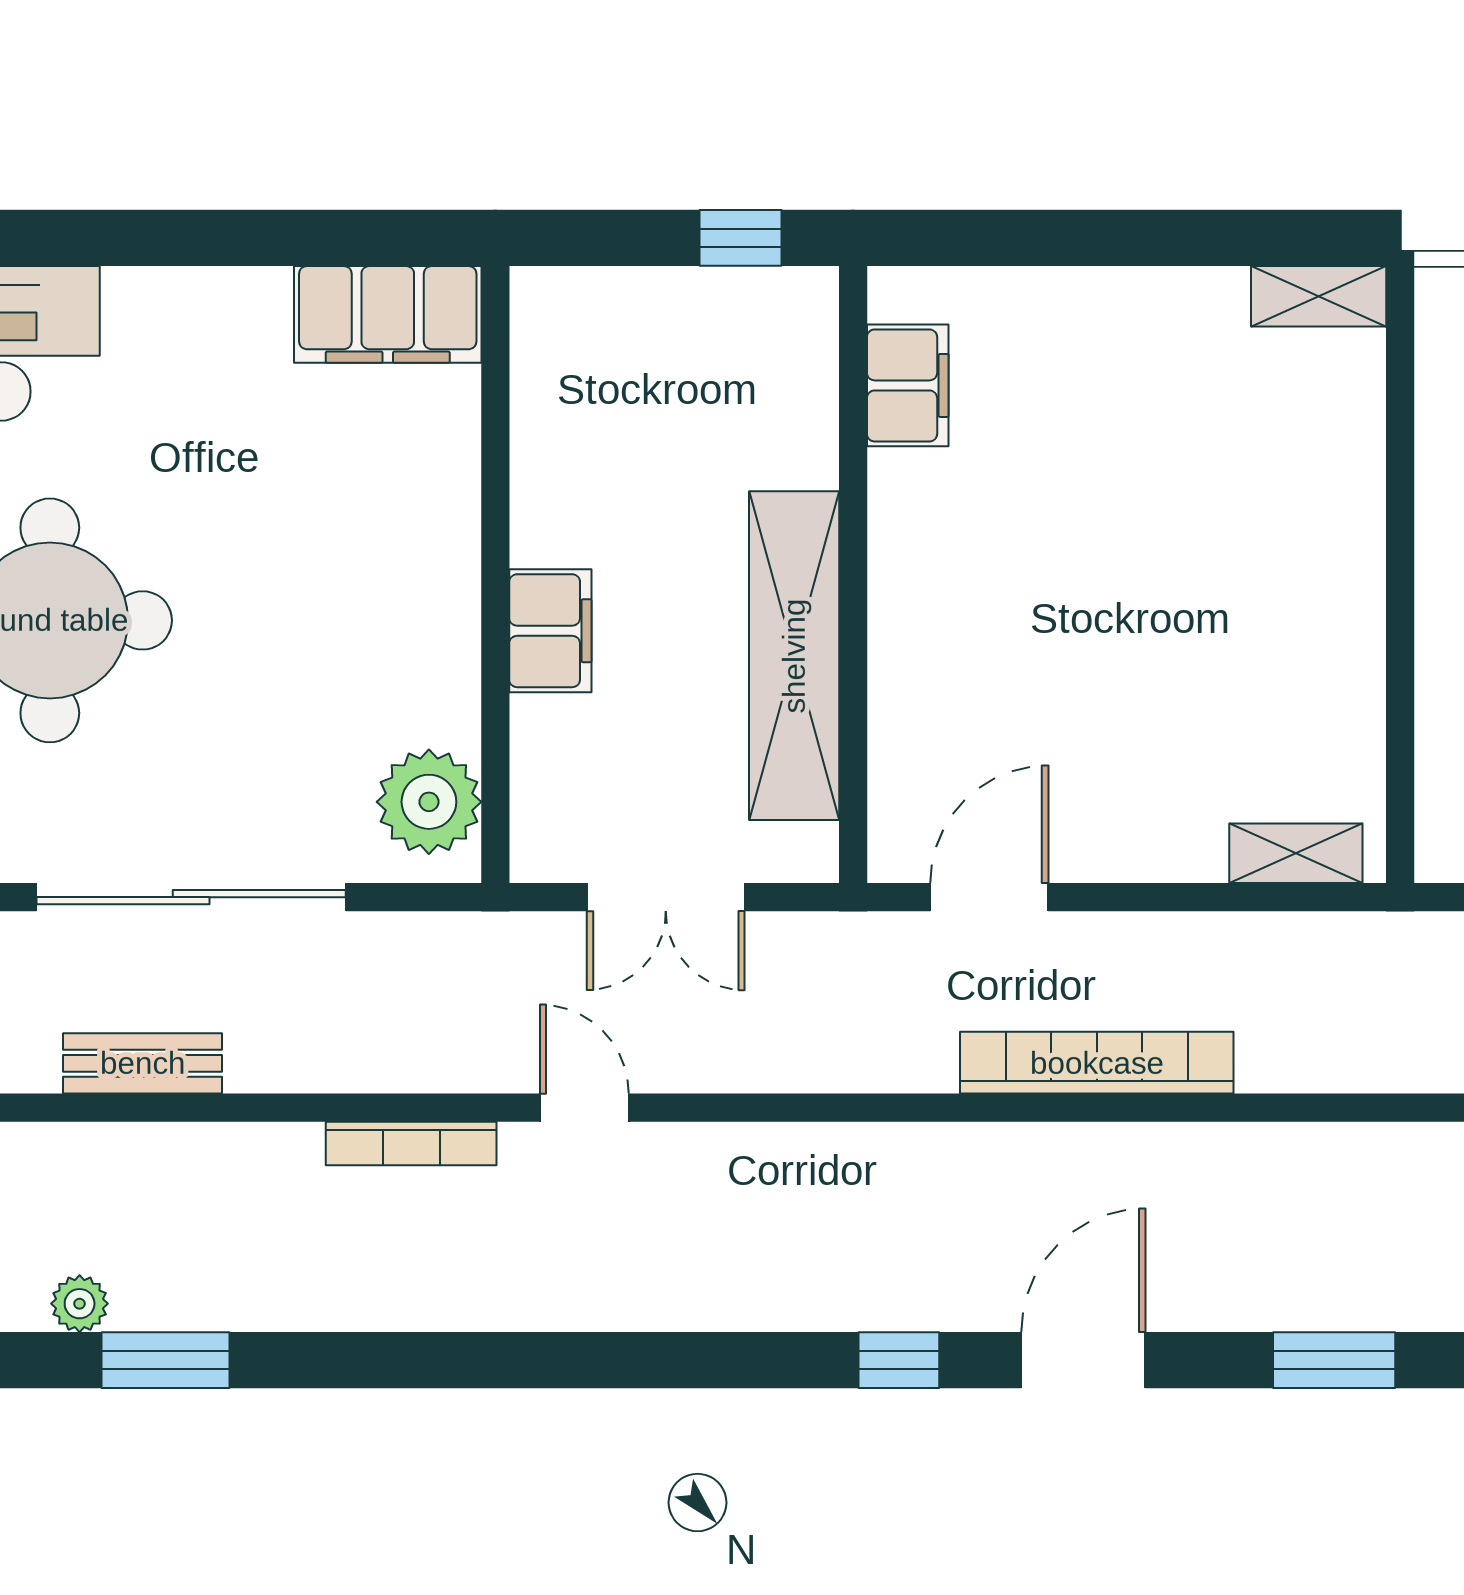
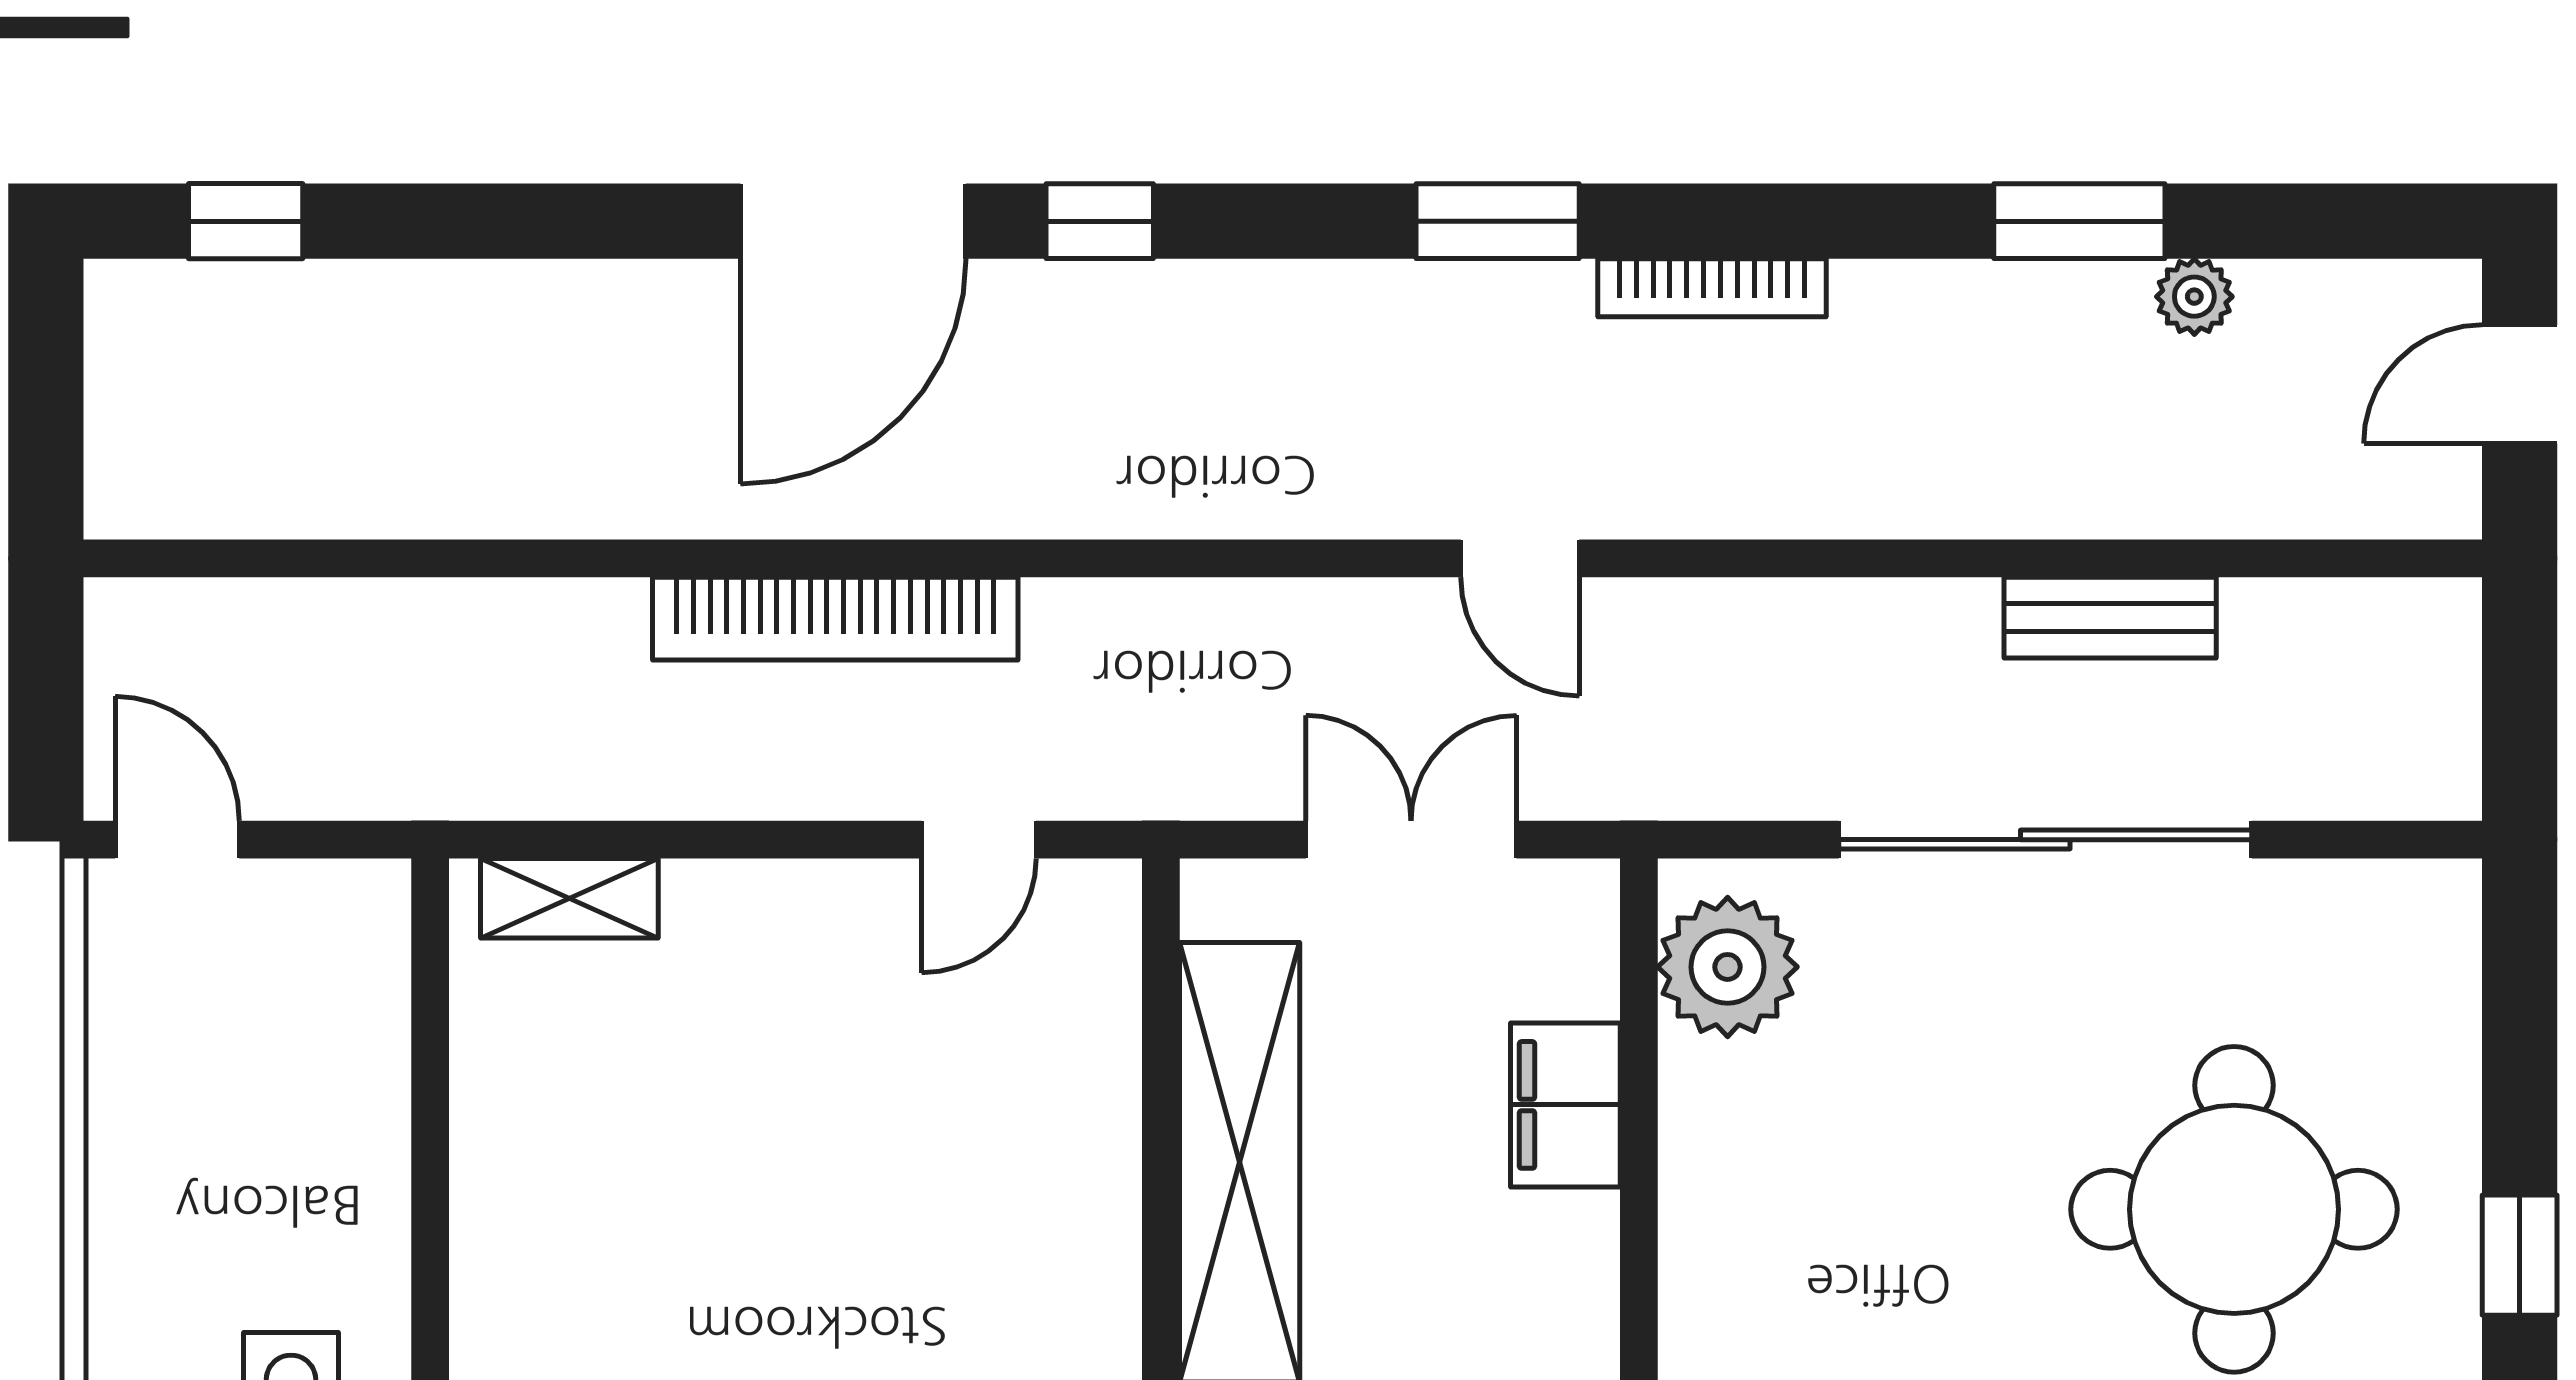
filing cabinet: (550, 631) -> (1565, 1105), moved
door: (989, 897) -> (979, 840), width x0.73
bookcase: (411, 1144) -> (1712, 288), moved, turned 180
door: (1083, 1360) -> (853, 221), width x1.36
window: (1334, 1360) -> (1498, 221), moved

